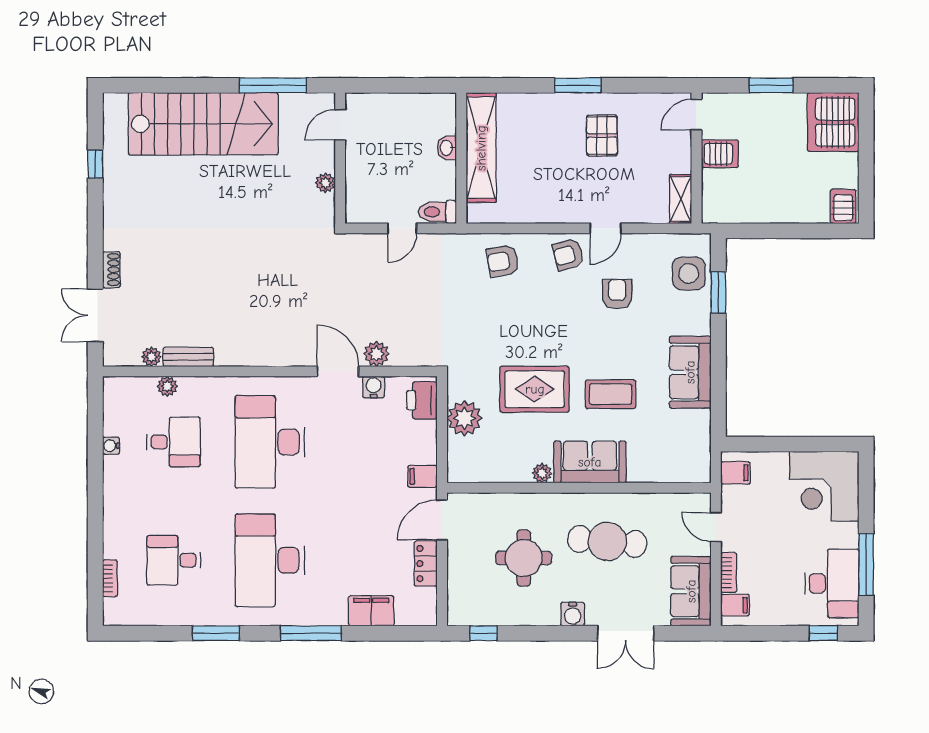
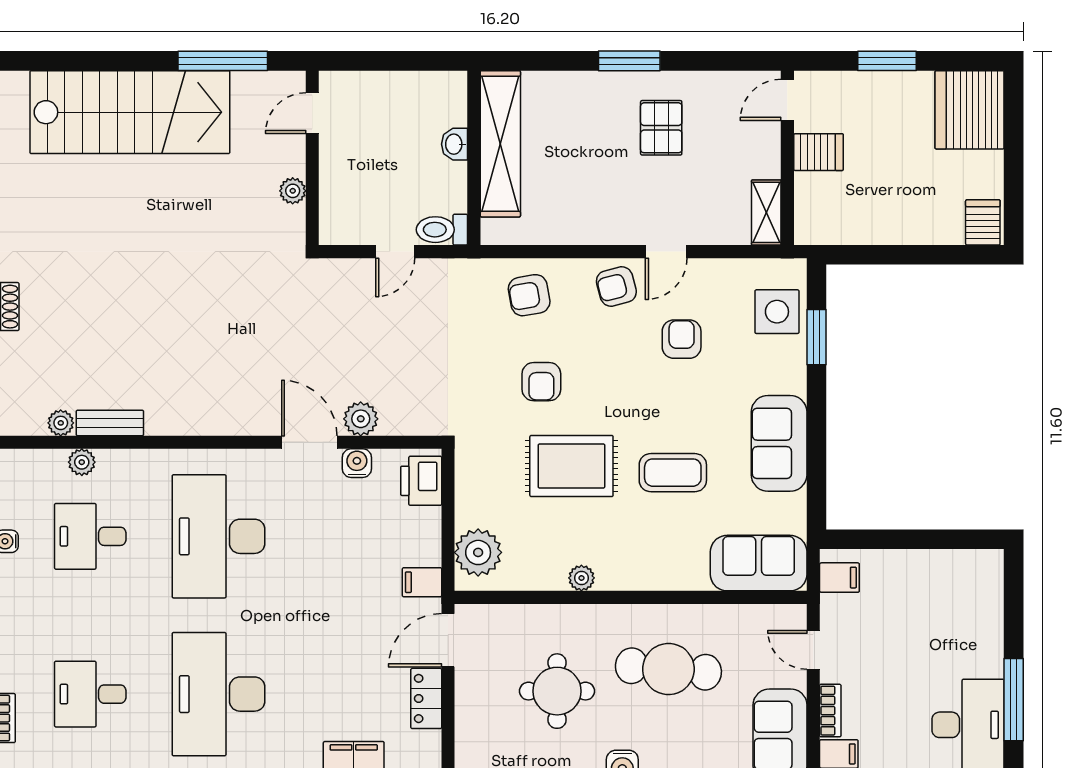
armchair: (512, 326) -> (541, 382), added
plant: (464, 418) -> (478, 552), moved
desk: (174, 442) -> (90, 536), turned 180
sofa: (590, 462) -> (759, 563), moved
corner desk: (824, 486) -> (958, 595), removed

